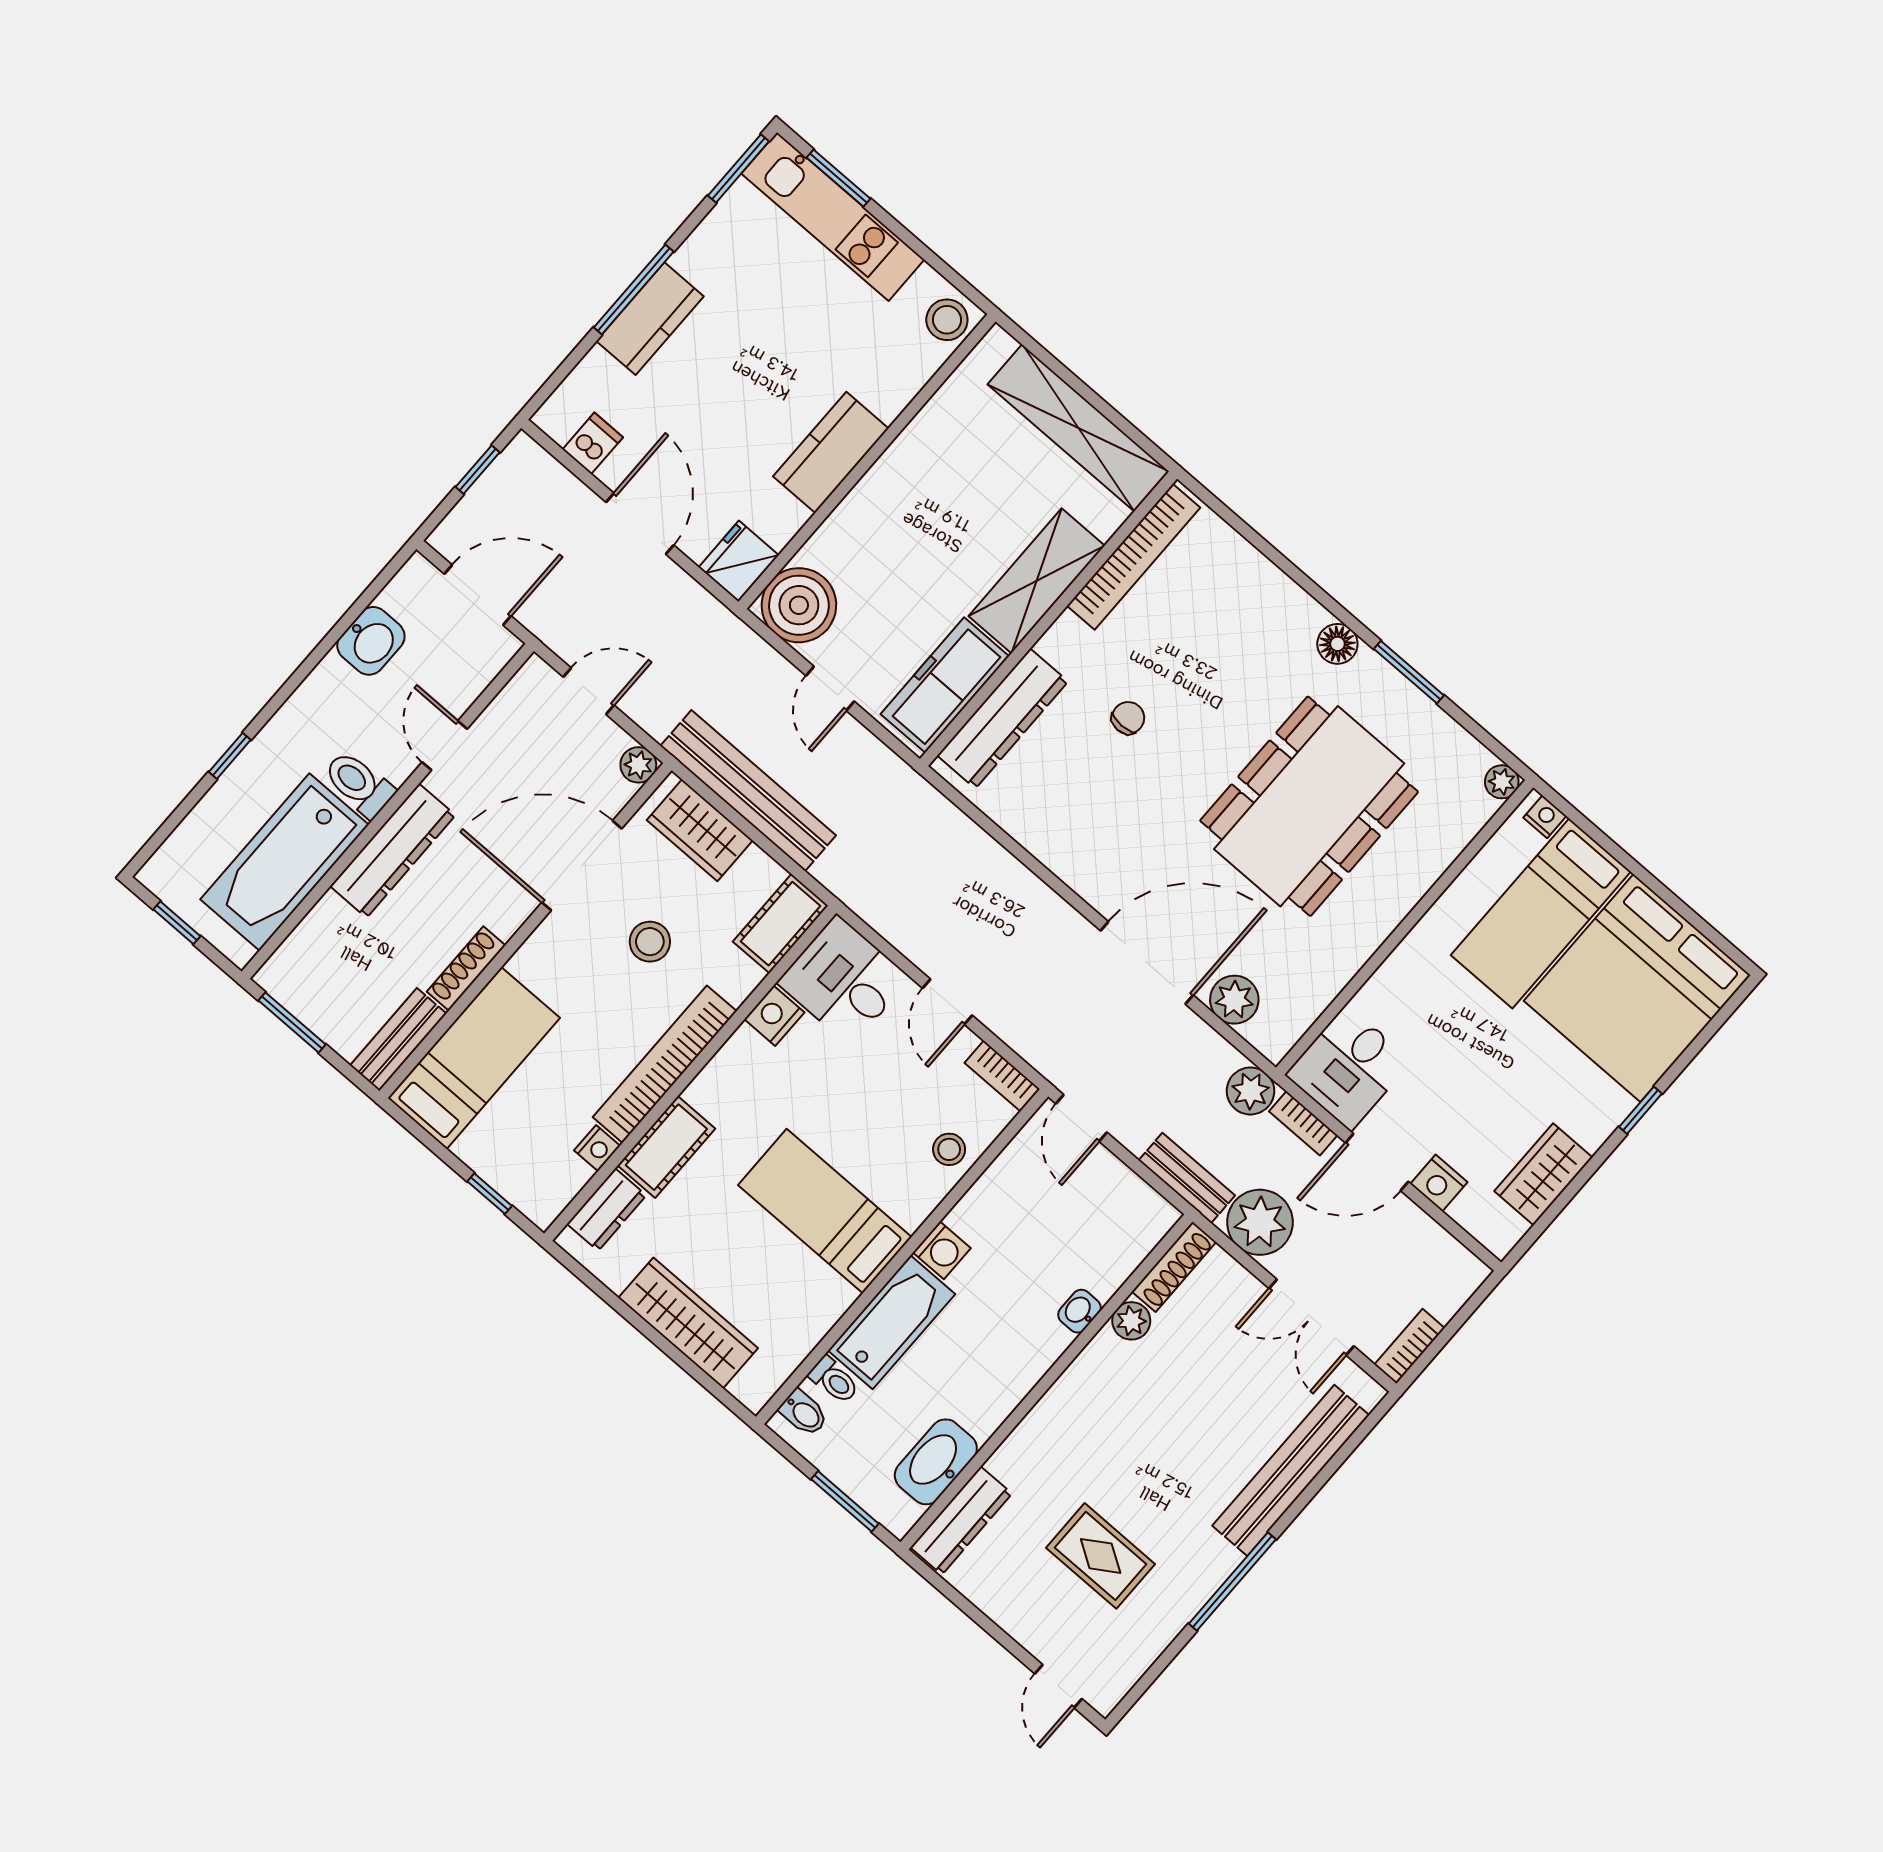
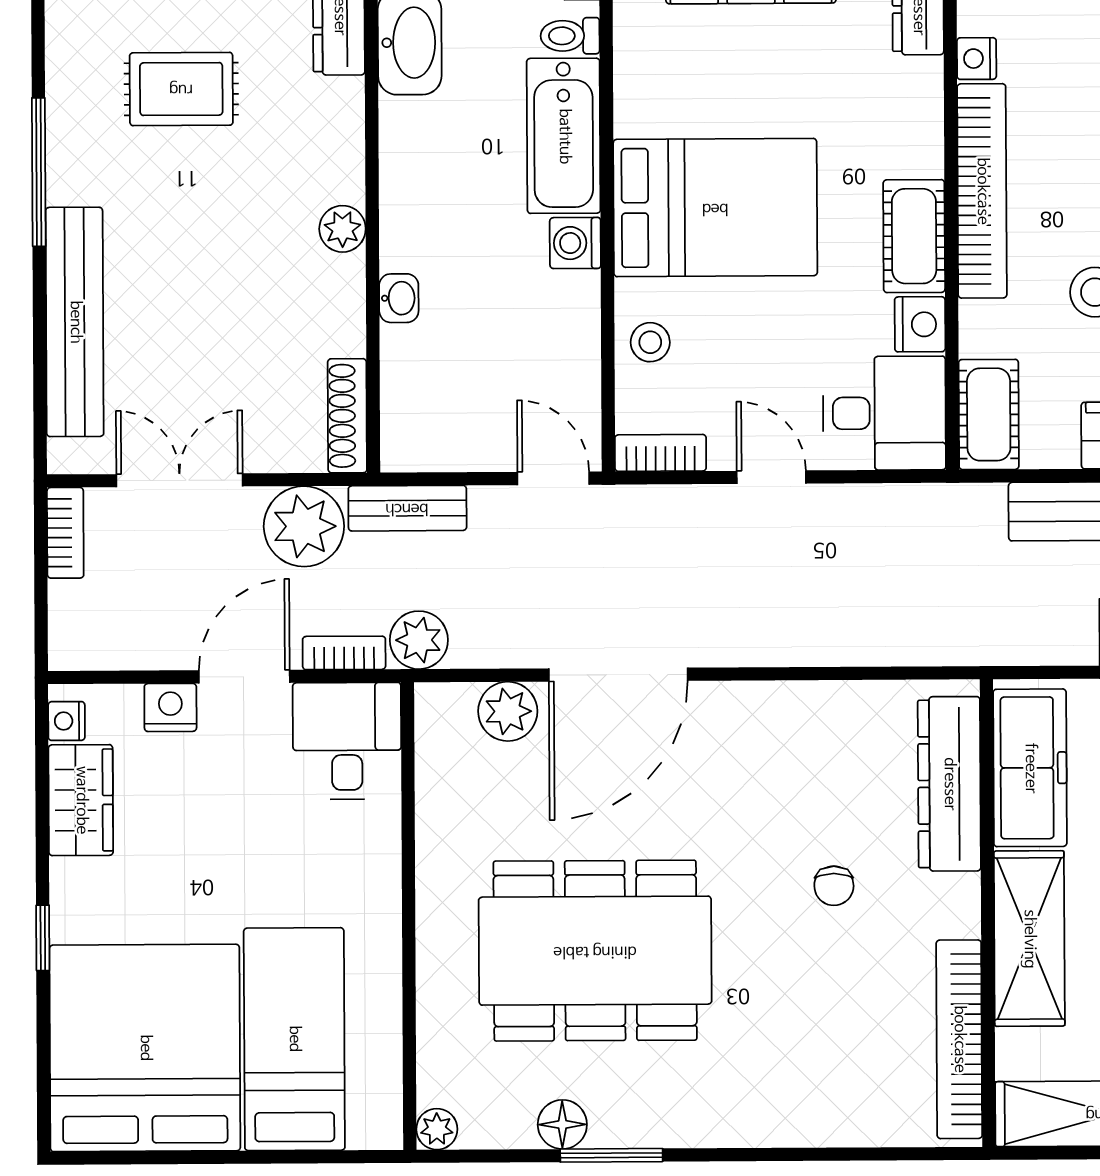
floor lamp: (1337, 644) -> (562, 1124), moved
dining table: (1309, 806) -> (595, 951), turned 90
nightstand: (1545, 817) -> (67, 721), moved, turned 90
cot: (666, 1147) -> (914, 236), moved
bed: (825, 1211) -> (715, 208), width x1.50
plant: (1131, 1321) -> (342, 229), moved

